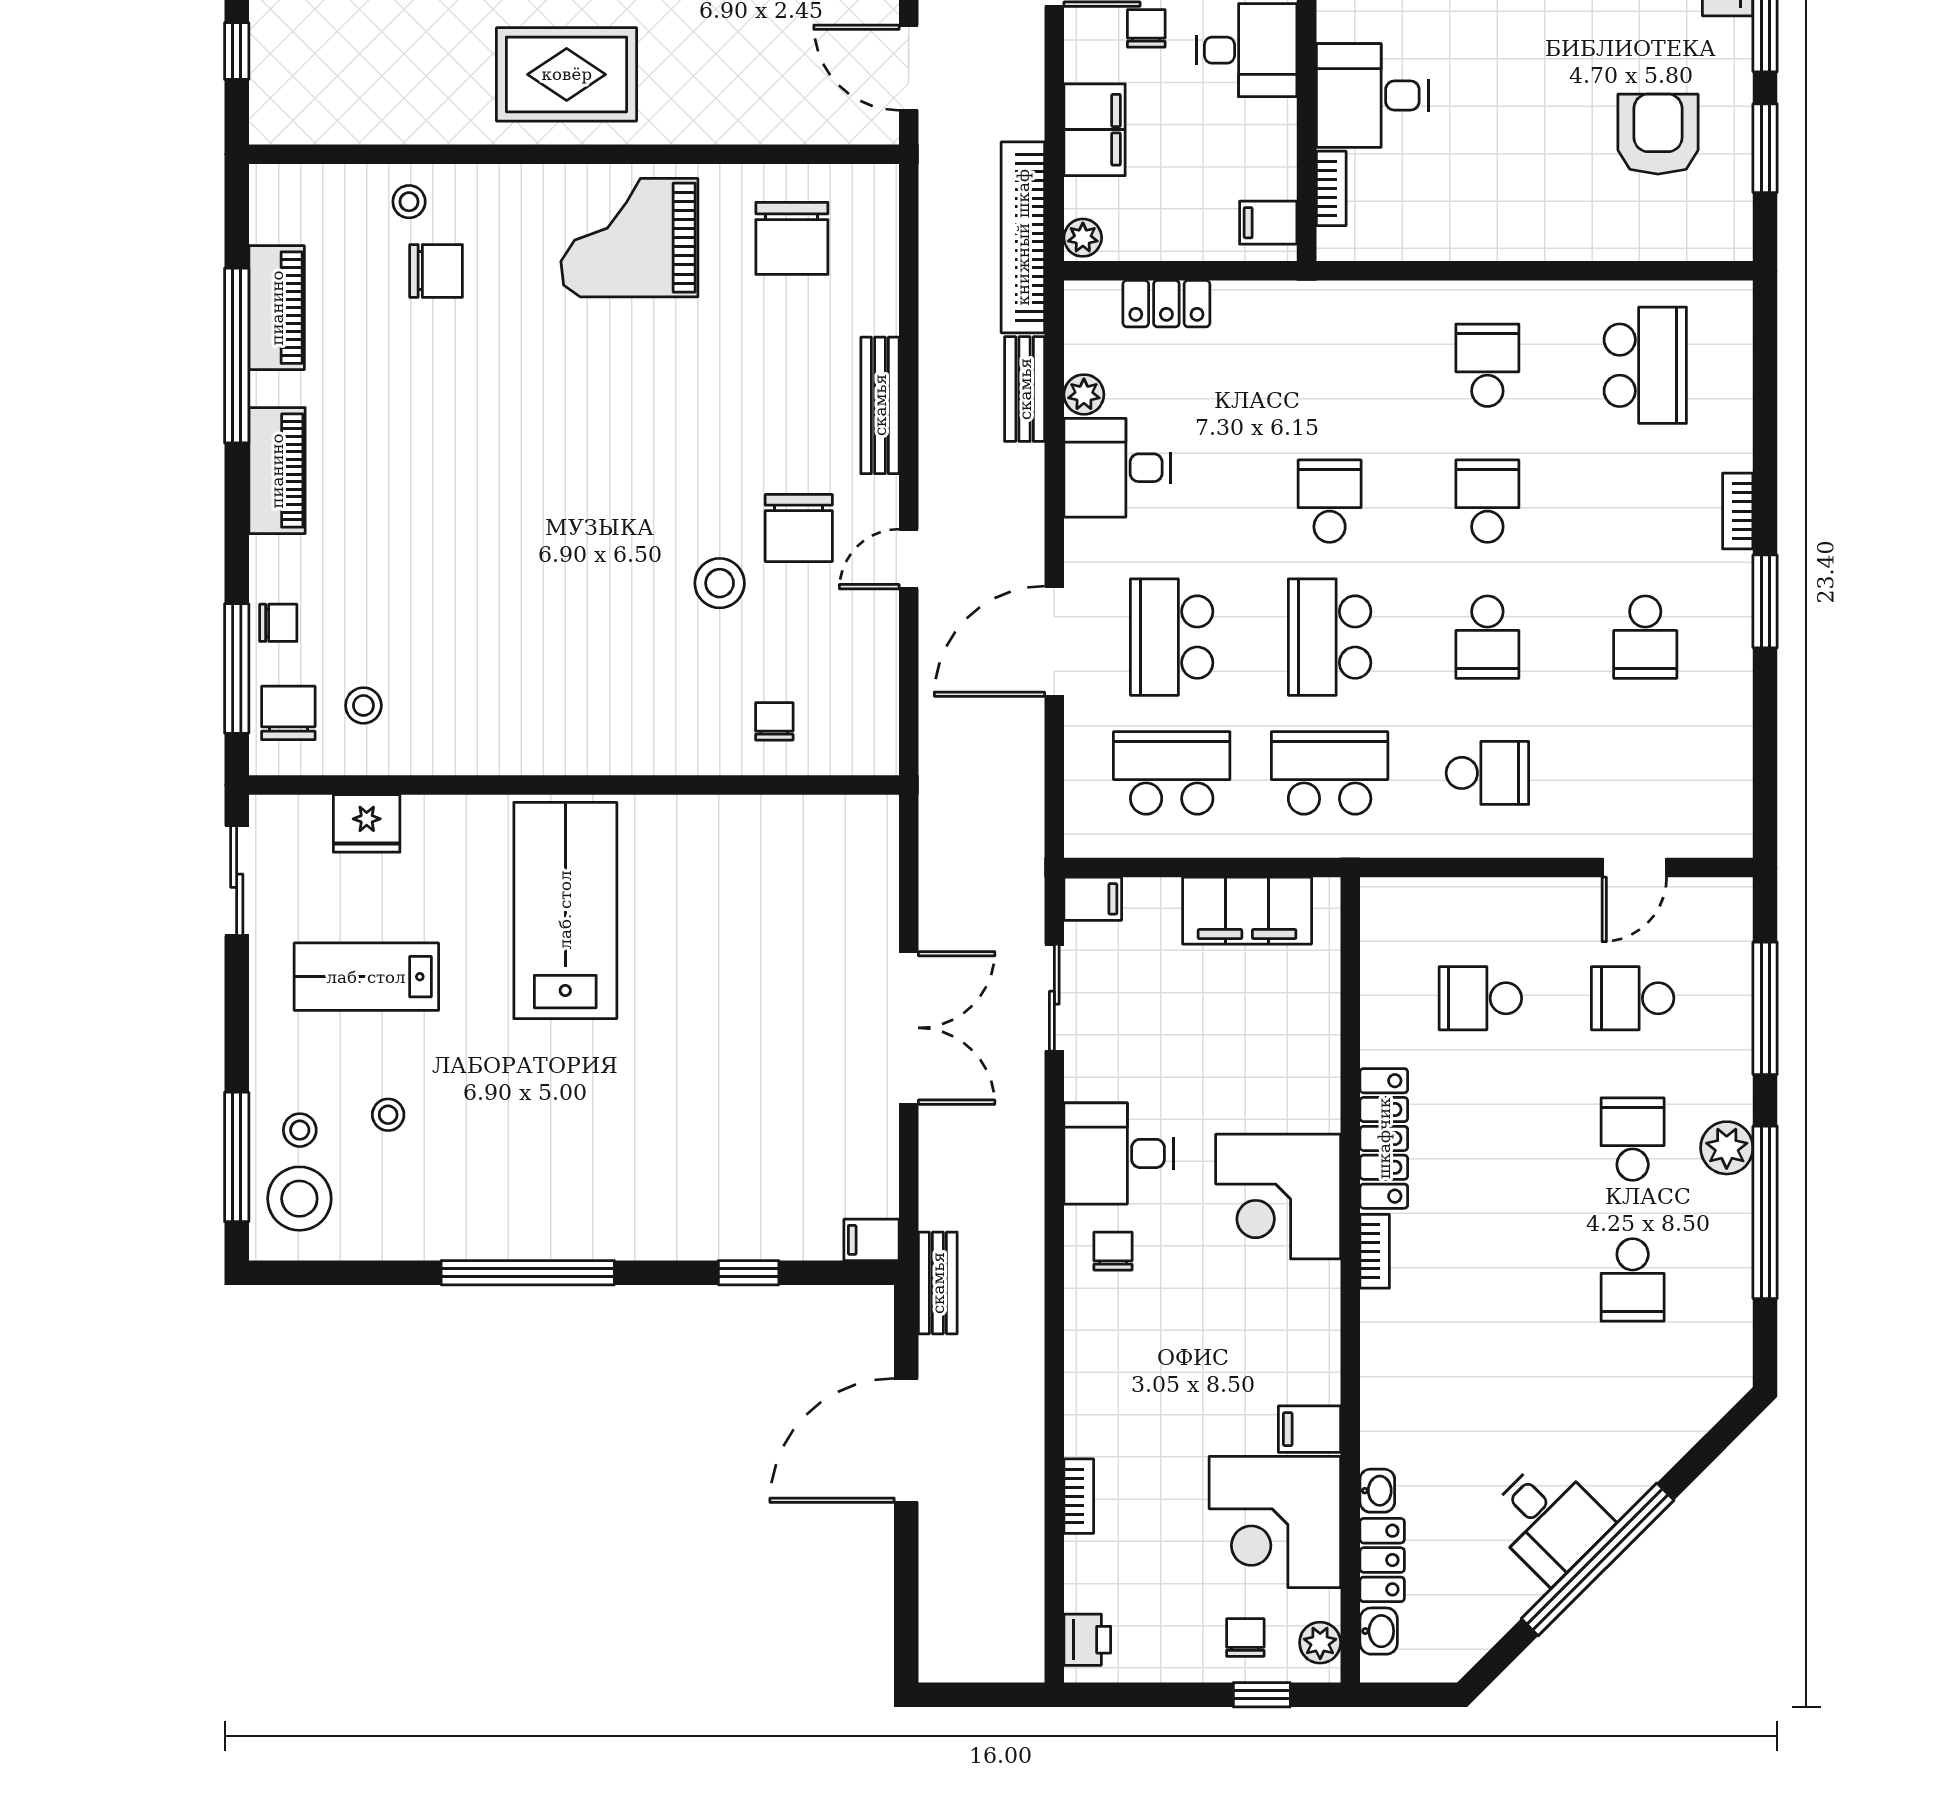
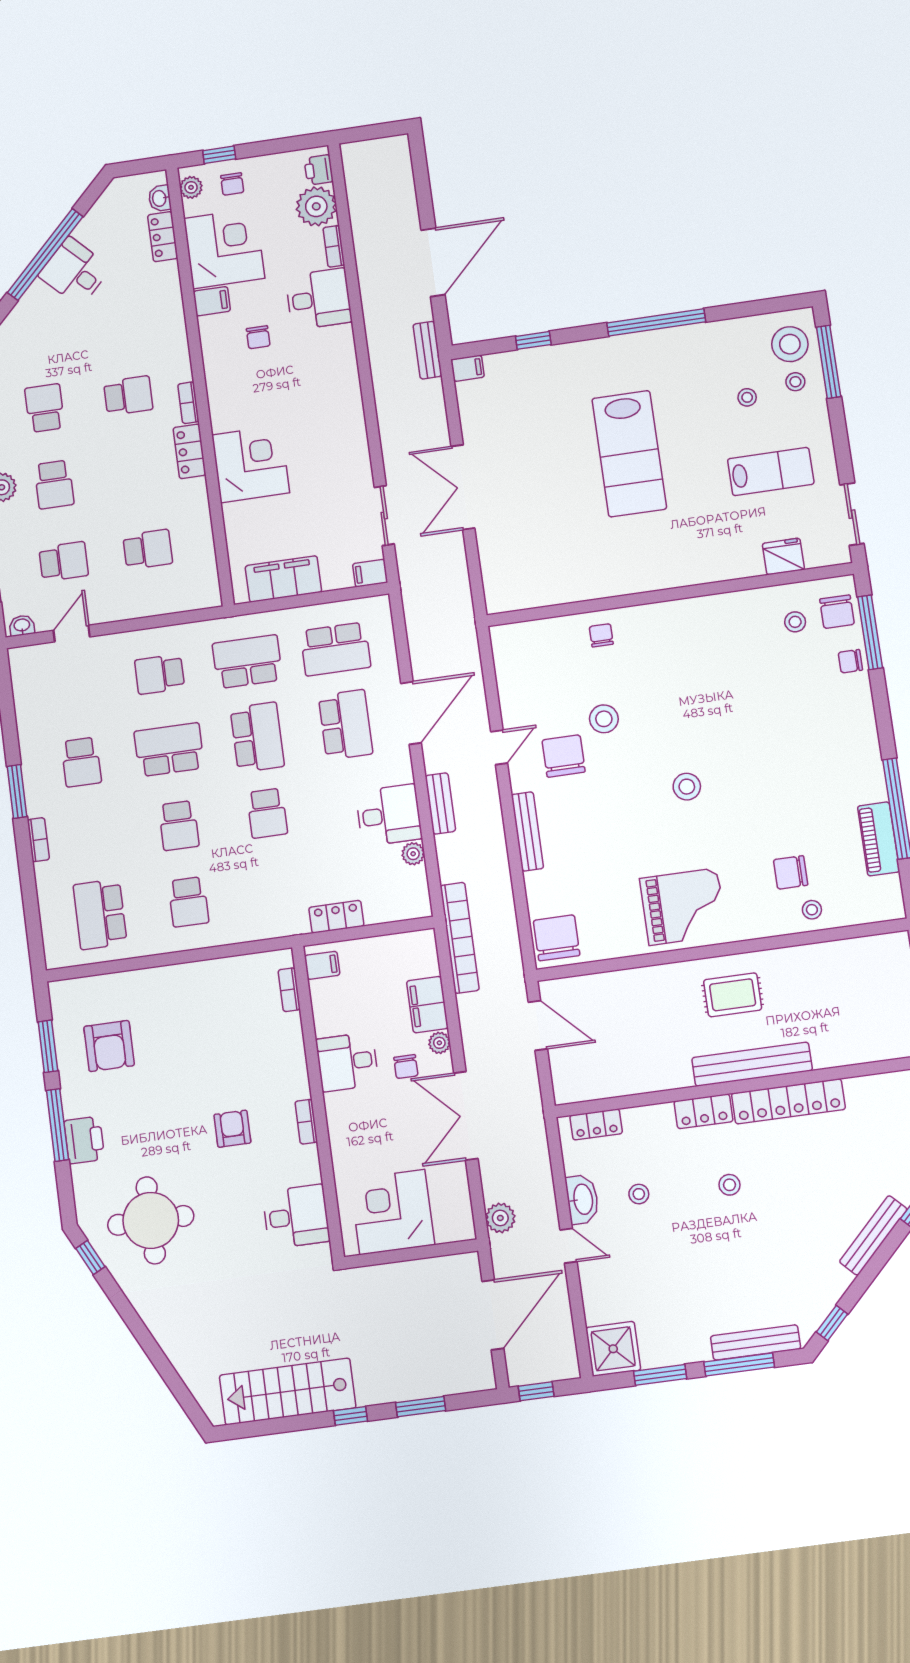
rug: (567, 74) -> (733, 995), width x0.73, depth x0.70
desk: (1372, 96) -> (273, 1046), removed
chair: (792, 238) -> (557, 938), moved
plant: (1083, 238) -> (439, 1043), moved
locker: (1166, 304) -> (336, 917), moved
bench: (1025, 389) -> (440, 803), moved
stool: (593, 445) -> (687, 787), added
piano: (277, 471) -> (864, 747), removed
school desk: (1487, 637) -> (169, 750), width x1.85
school desk: (1645, 637) -> (81, 762), turned 180
chair: (774, 721) -> (601, 635), moved, turned 180
school desk: (1330, 773) -> (247, 662), turned 180
lab bench: (565, 910) -> (629, 454), moved
locker: (1384, 1138) -> (190, 451), width x0.66
desk: (1119, 1153) -> (319, 299), moved
corner desk: (1278, 1197) -> (251, 464), moved
chair: (1113, 1251) -> (258, 337), moved
school desk: (1480, 1280) -> (128, 396), added
washbasin: (1377, 1491) -> (22, 626), moved, turned 90
plant: (1100, 1574) -> (316, 206), added

